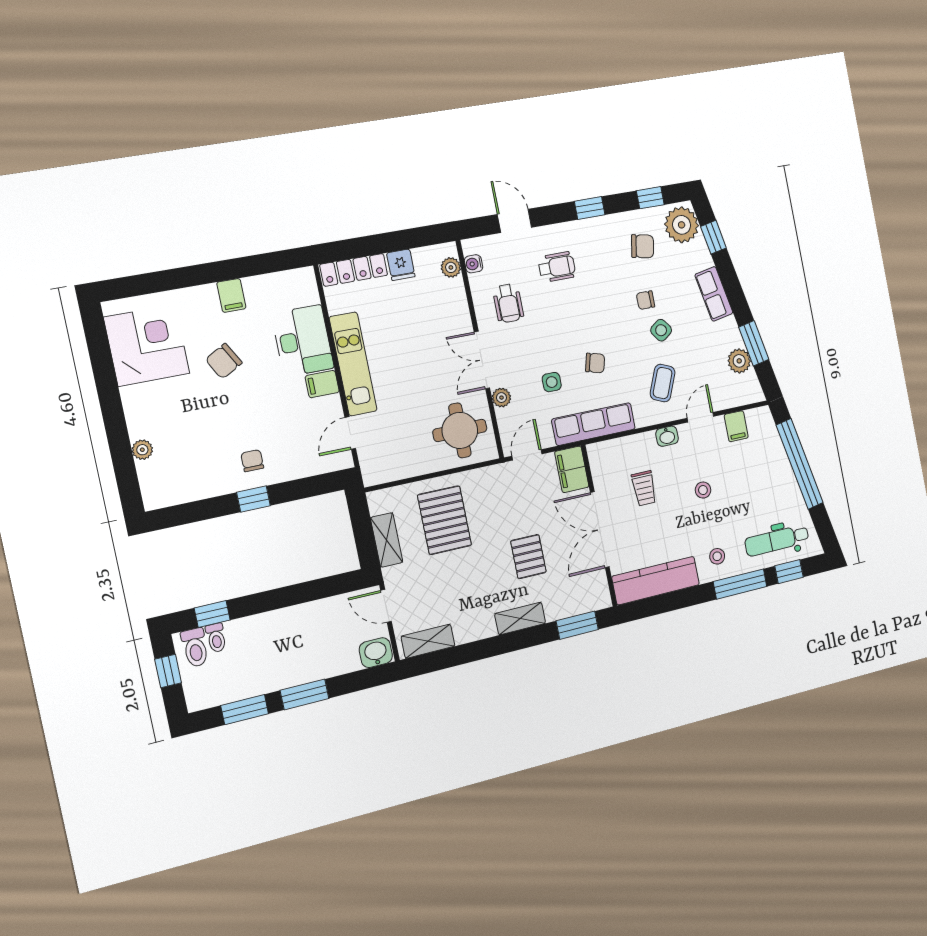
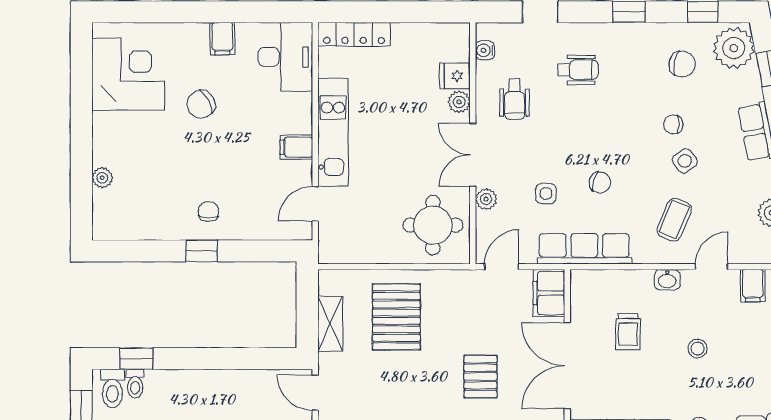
fridge: (401, 265) -> (455, 76), moved, turned 90
plant: (451, 267) -> (459, 102), moved
desk: (303, 341) -> (285, 57), moved

